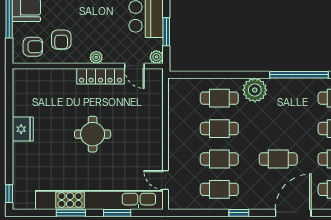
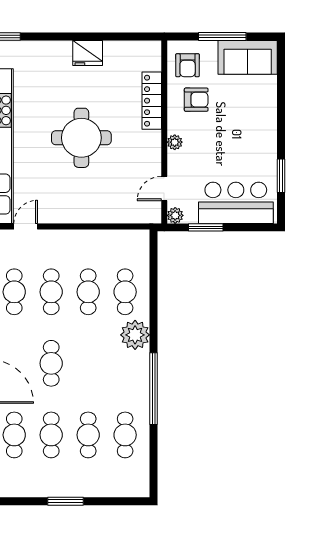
armchair: (61, 40) -> (196, 100), turned 180
locker: (101, 76) -> (152, 101), moved
round table: (93, 134) -> (81, 138), width x1.36, depth x1.36

